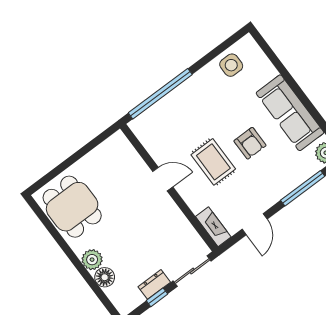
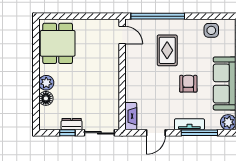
armchair: (250, 143) -> (188, 84), turned 180
rug: (213, 162) -> (167, 50), moved
door: (163, 179) -> (122, 35), moved
tv unit: (285, 187) -> (189, 124), added

